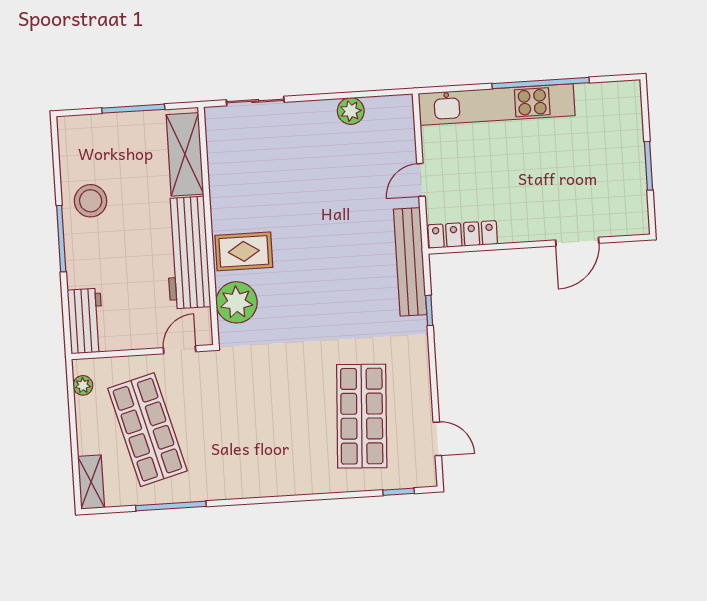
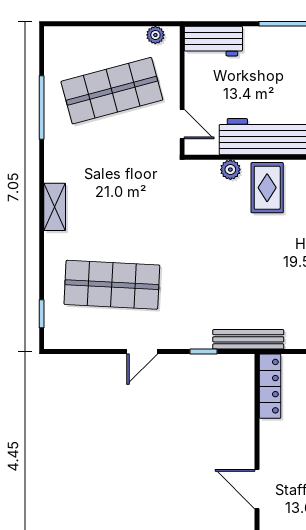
bench: (410, 262) -> (248, 339), width x0.73, depth x0.82
plant: (237, 302) -> (230, 170), width x0.53, depth x0.53
door: (437, 439) -> (142, 352), moved
shelving: (91, 482) -> (55, 207), moved, turned 90

